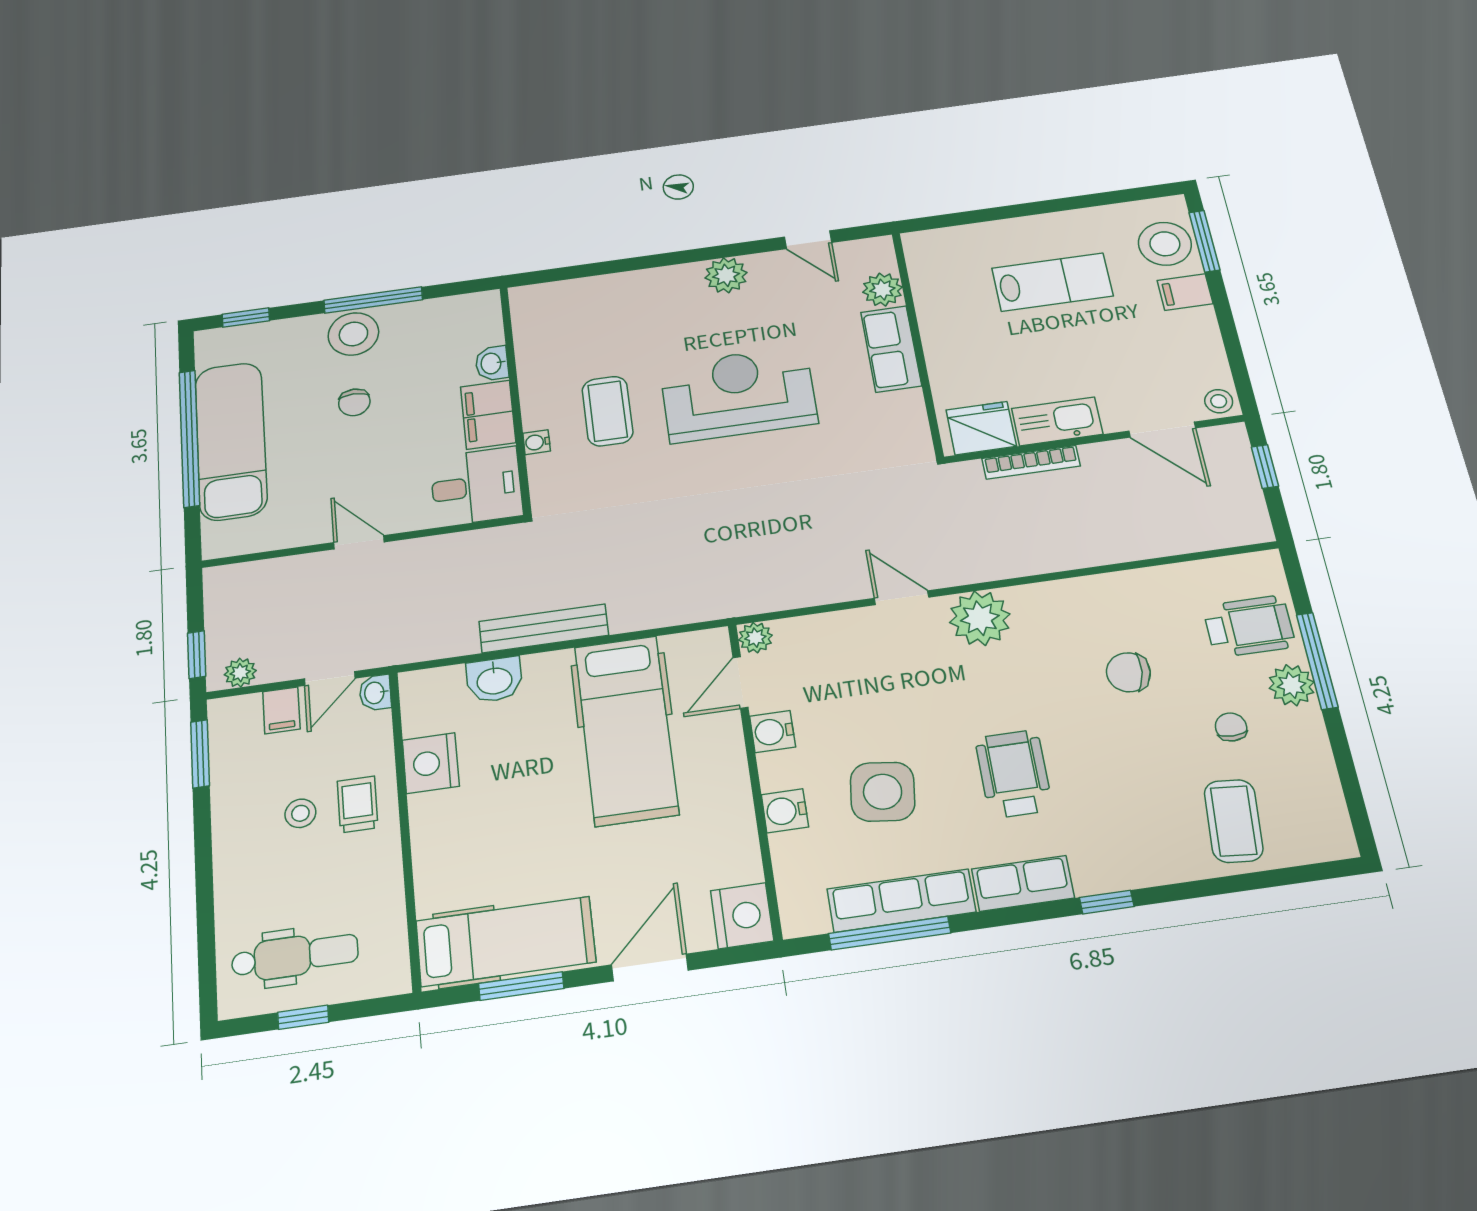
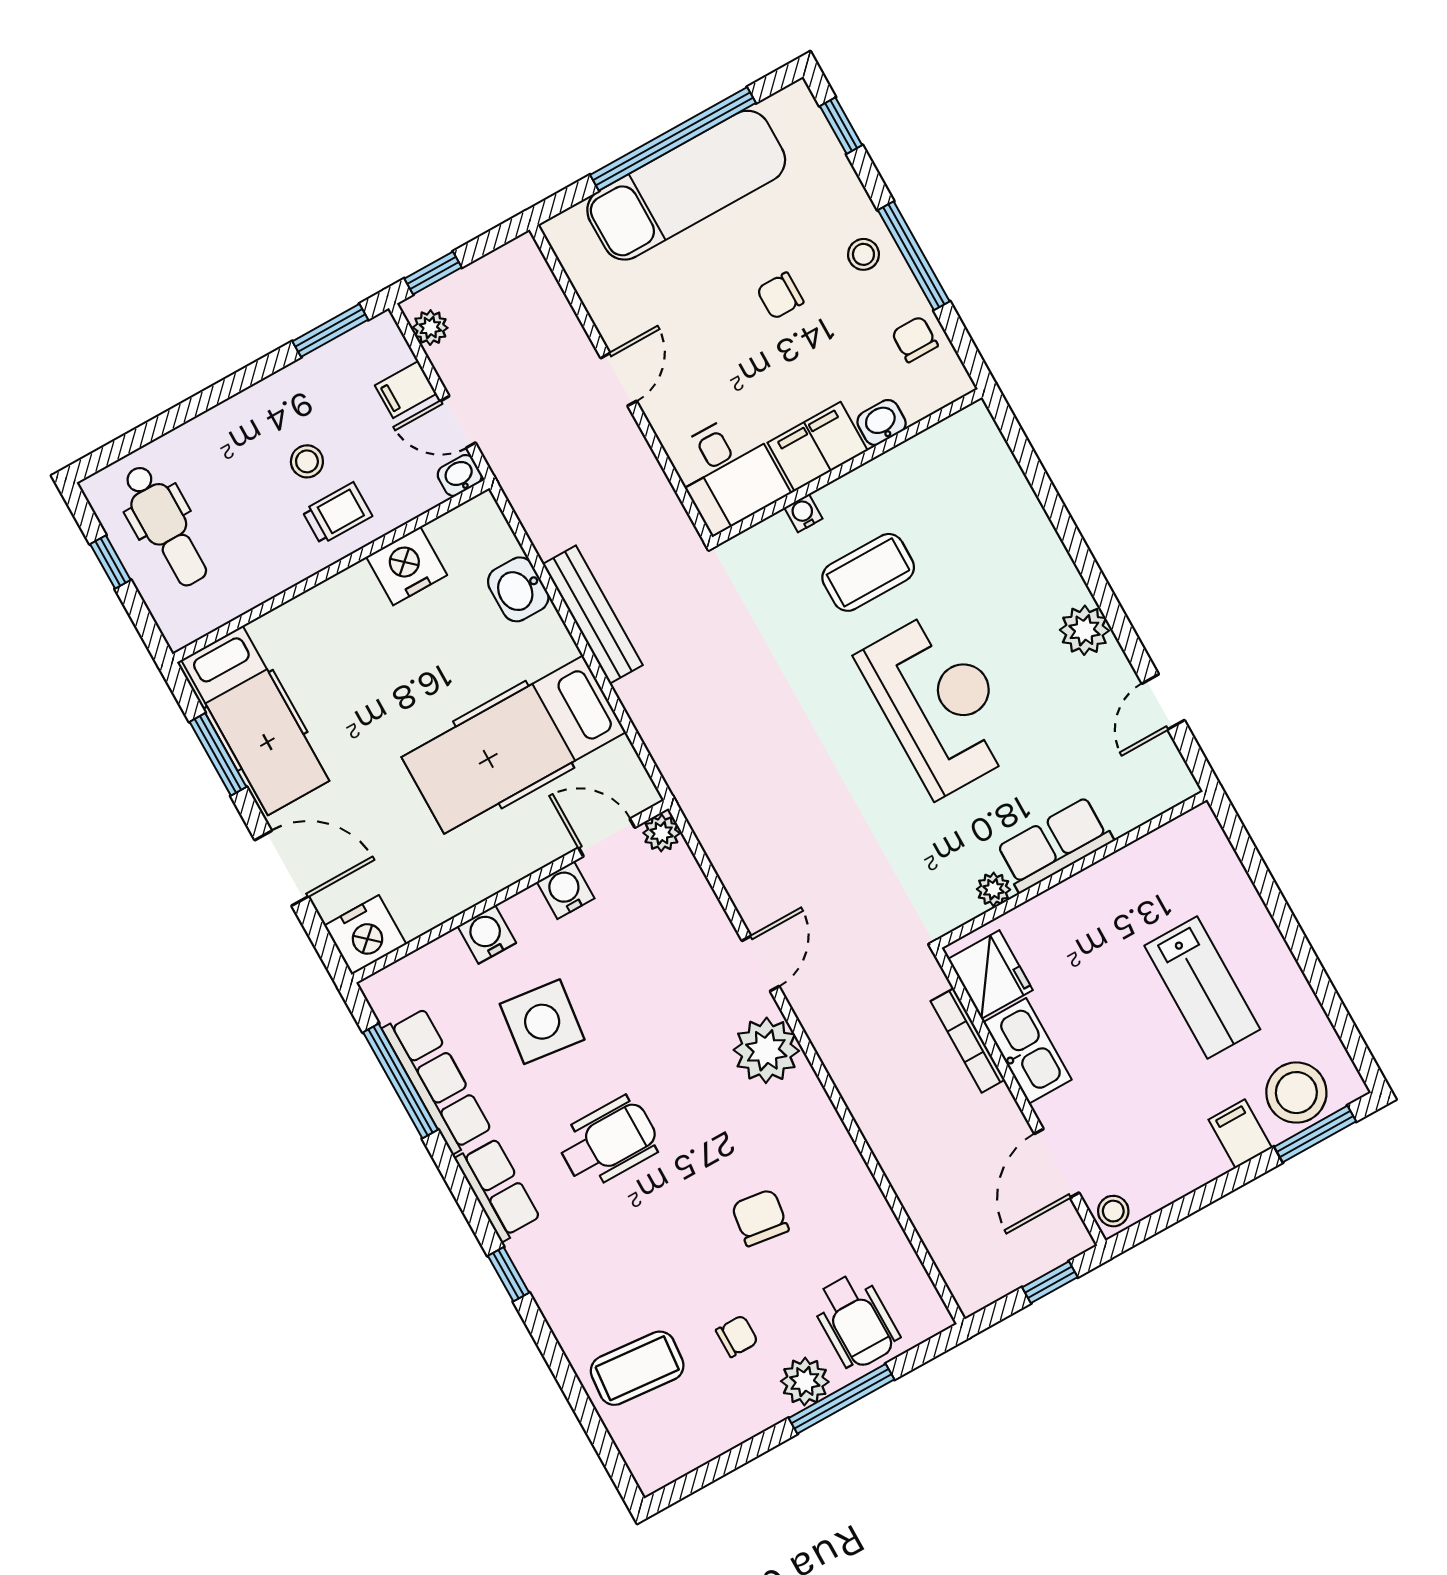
plant: (882, 290) -> (994, 889), moved, width x0.73, depth x0.73
chair: (438, 320) -> (915, 339), added
stool: (353, 334) -> (863, 254), width x0.53, depth x0.53

